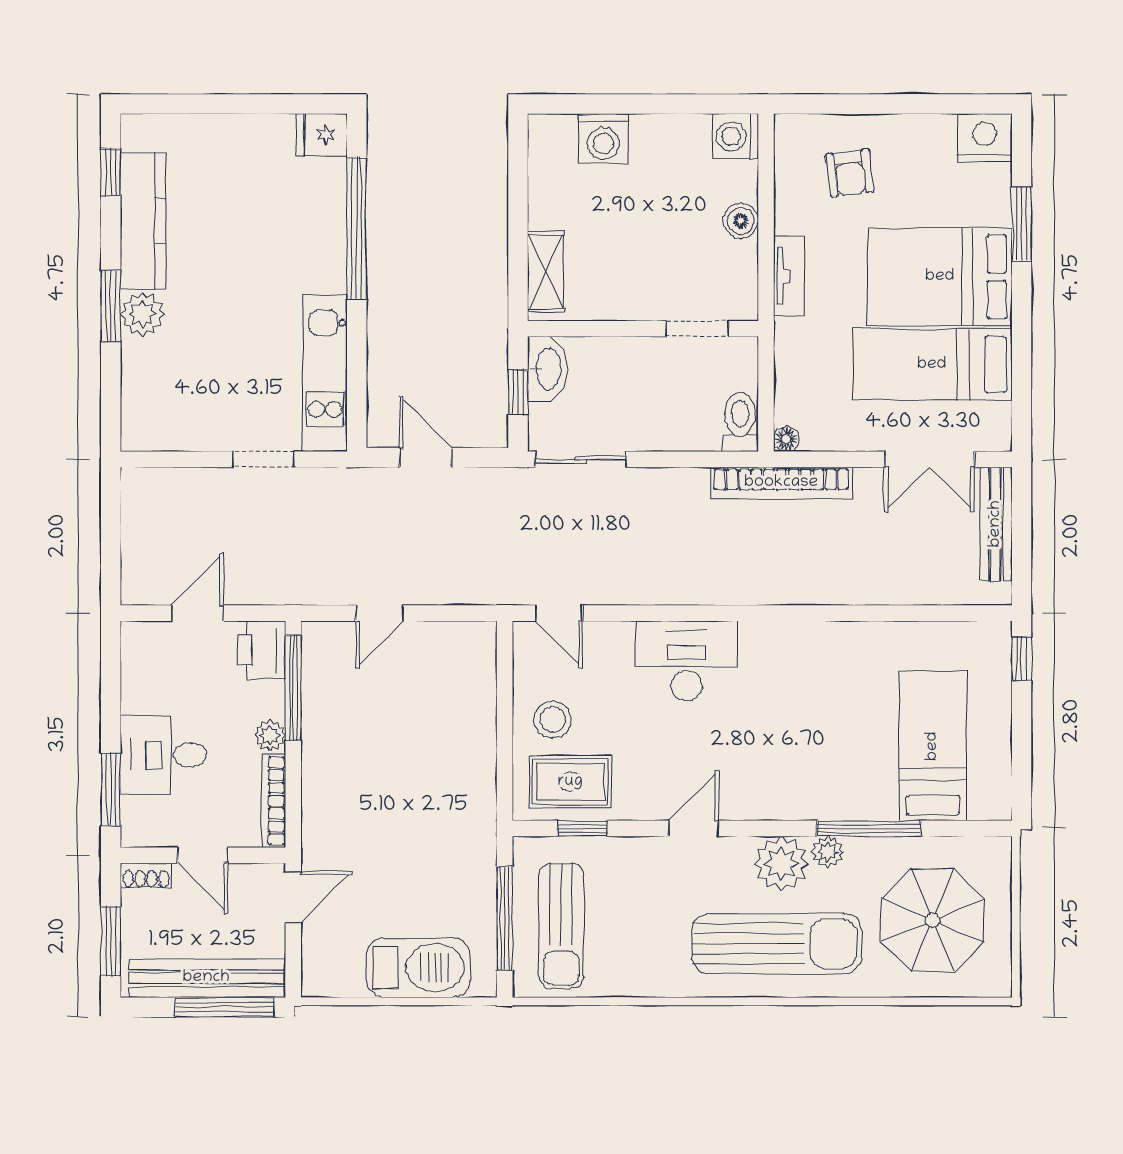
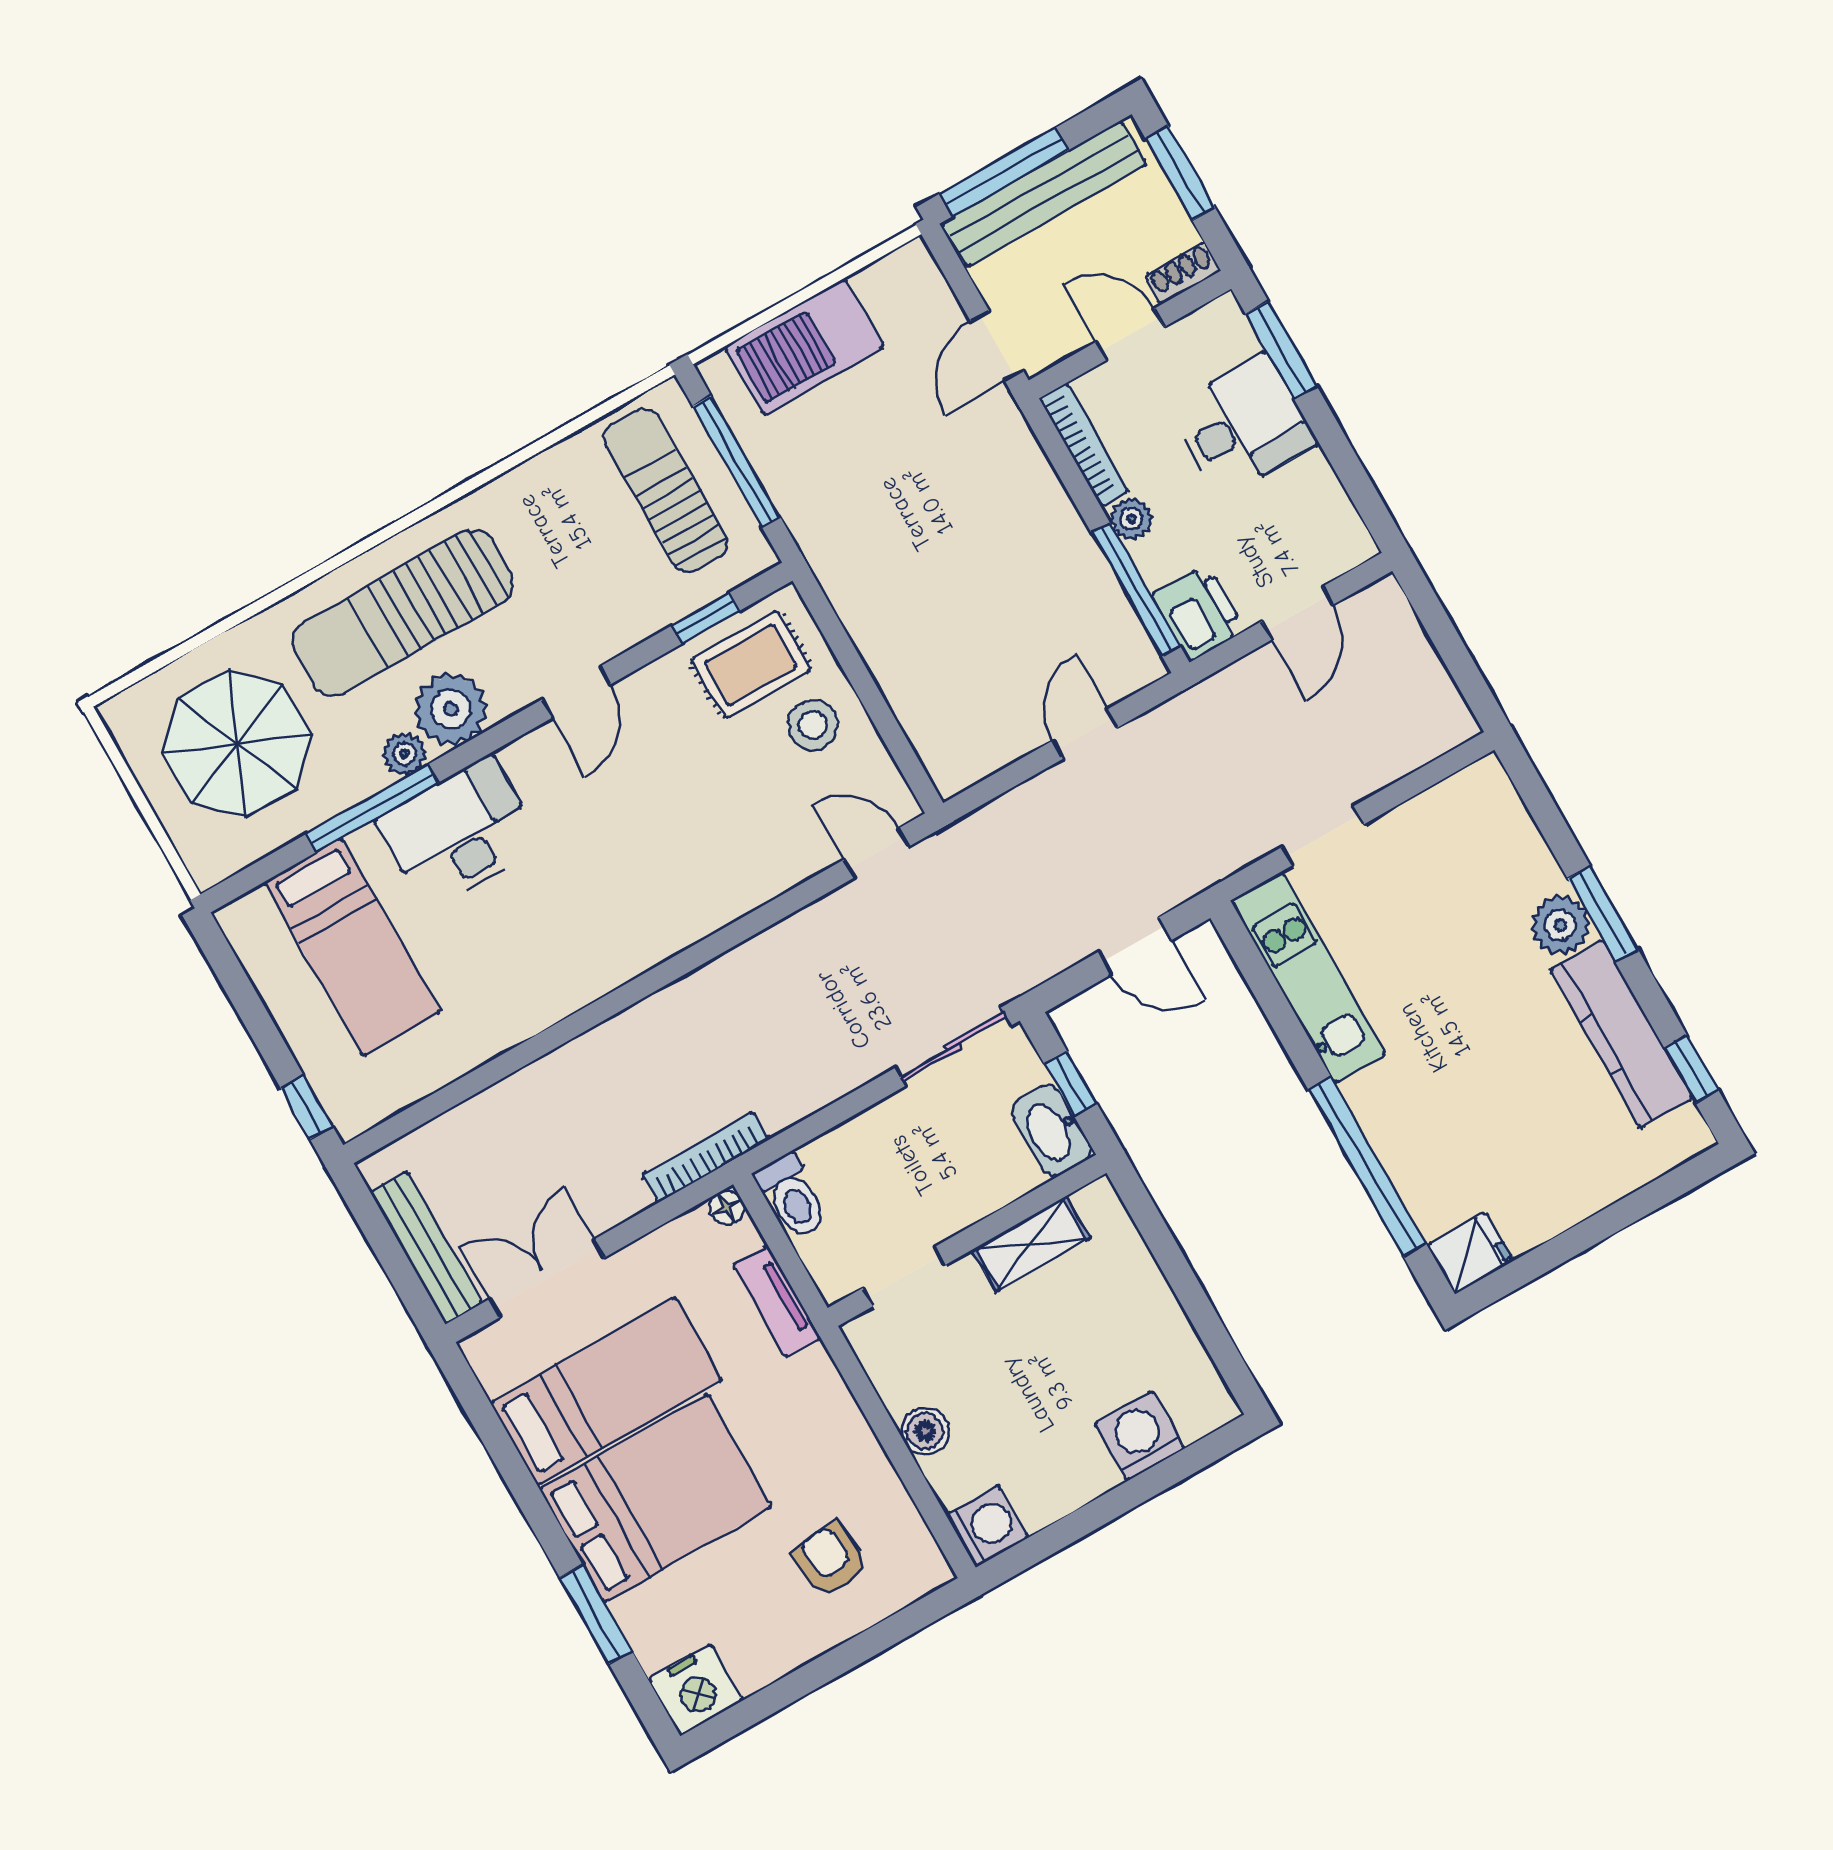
shelving: (546, 272) -> (1031, 1244), moved, turned 90
tv unit: (789, 276) -> (777, 1302), moved
bookcase: (781, 483) -> (706, 1157), width x0.68, depth x0.76
desk: (686, 661) -> (459, 832), moved, turned 180

